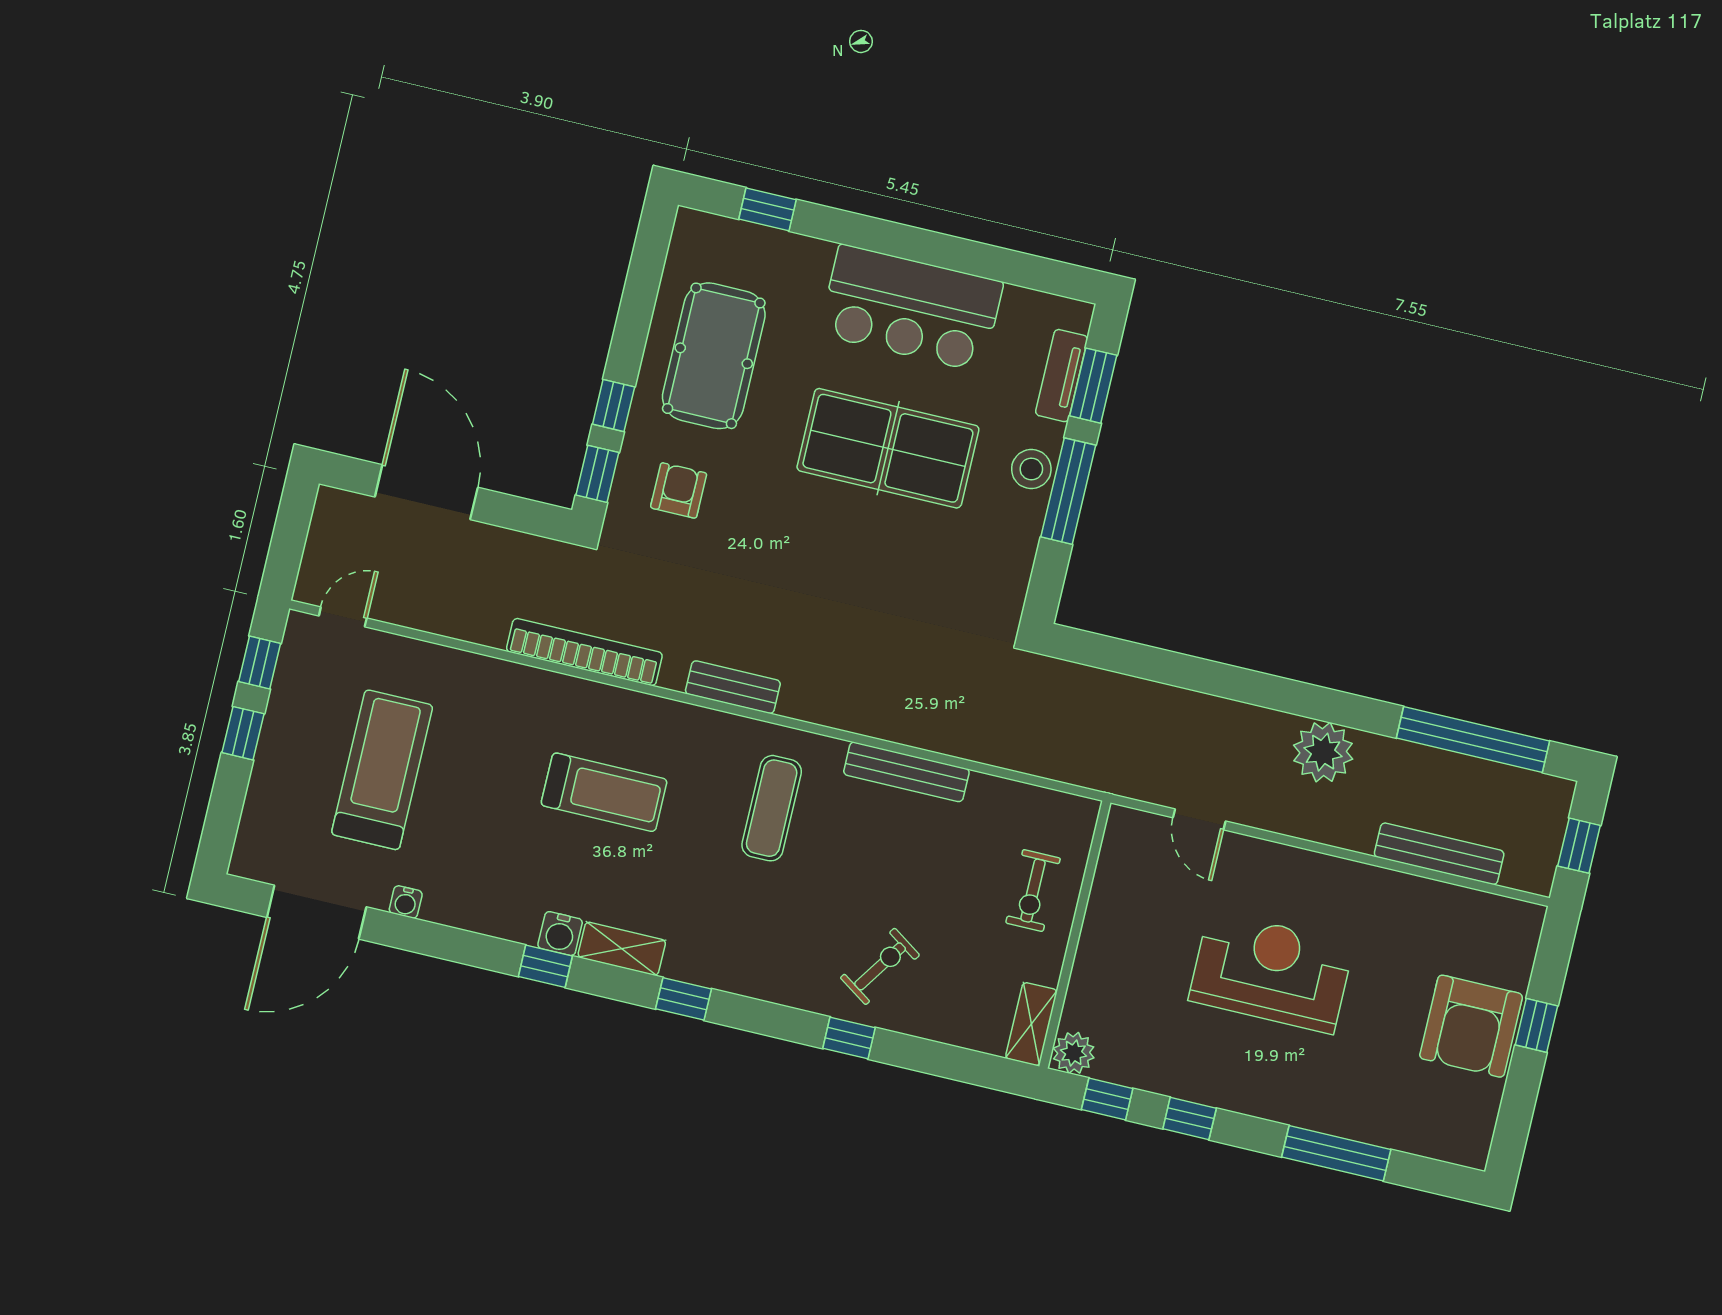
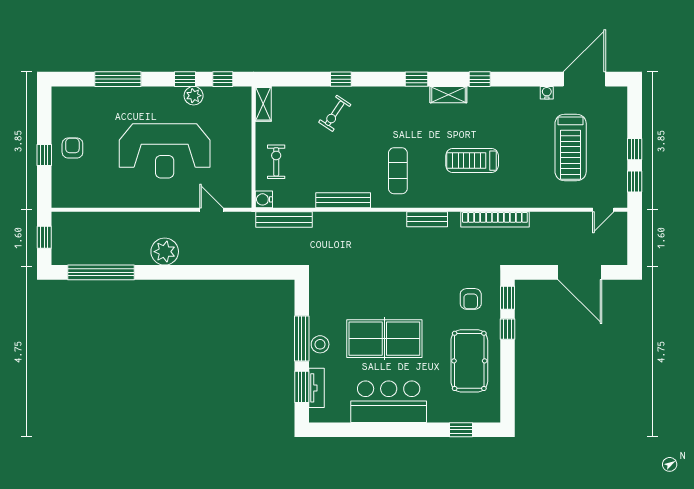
bench: (1439, 854) -> (284, 219), moved
water cooler: (560, 934) -> (264, 199), moved, turned -90
reception desk: (1271, 972) -> (165, 151), width x1.36, depth x1.30
armchair: (1471, 1026) -> (72, 148), width x0.53, depth x0.53
plant: (1074, 1053) -> (194, 96), moved

